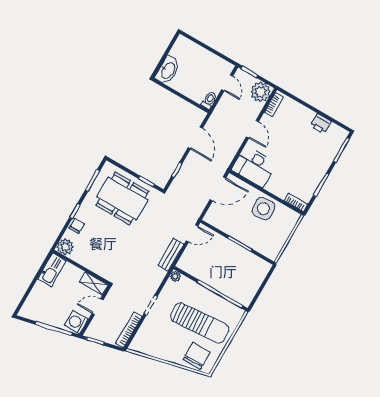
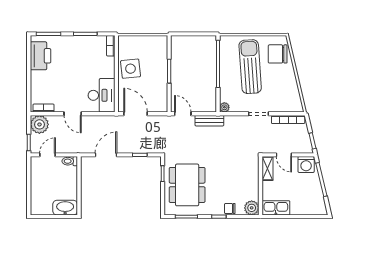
printer: (321, 124) -> (40, 56), width x1.87, depth x1.48
door: (252, 129) -> (73, 114), swing flipped

